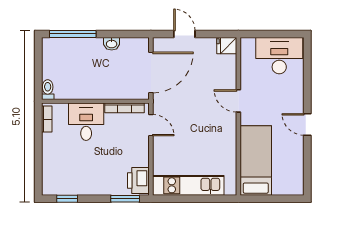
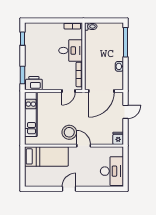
door: (151, 73) -> (101, 91), hinge flipped
door: (238, 101) -> (84, 146), hinge flipped
stool: (217, 124) -> (69, 132), added

